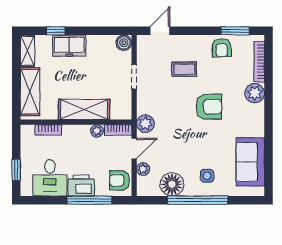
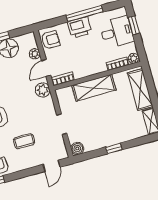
window: (56, 31) -> (114, 148), moved
freezer: (69, 46) -> (119, 134), removed
plant: (97, 131) -> (133, 58), moved
desk: (50, 178) -> (117, 32), moved, turned 90
window: (89, 200) -> (85, 14), moved

